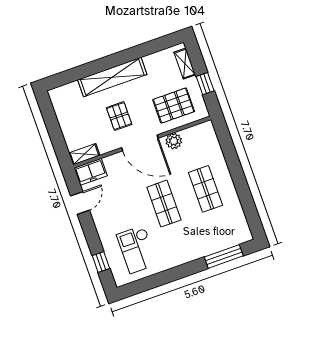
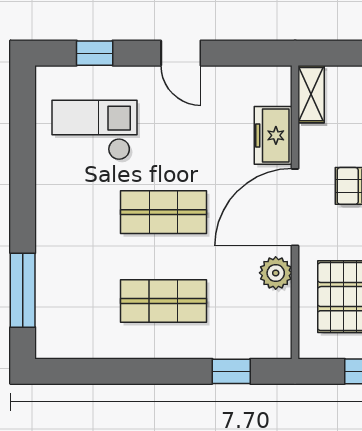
window: (227, 146) -> (231, 371), added
freezer: (91, 172) -> (273, 135), moved
door: (80, 203) -> (181, 53), moved

